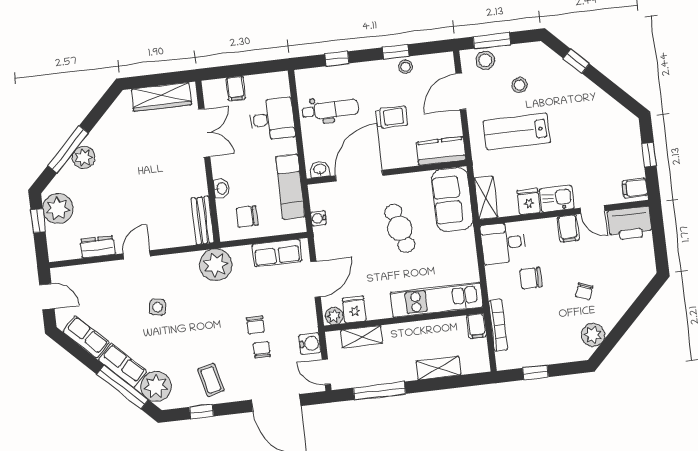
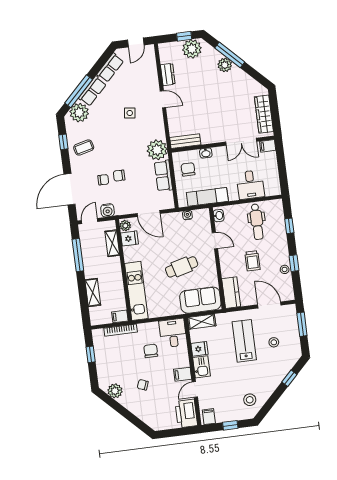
stool: (485, 60) -> (250, 400), moved
filing cabinet: (236, 88) -> (268, 146), moved
door: (359, 176) -> (215, 241), width x0.53
row of seats: (277, 253) -> (163, 176), moved

